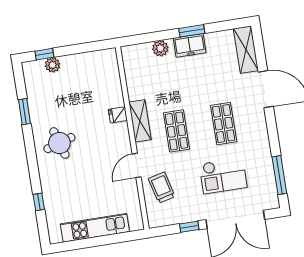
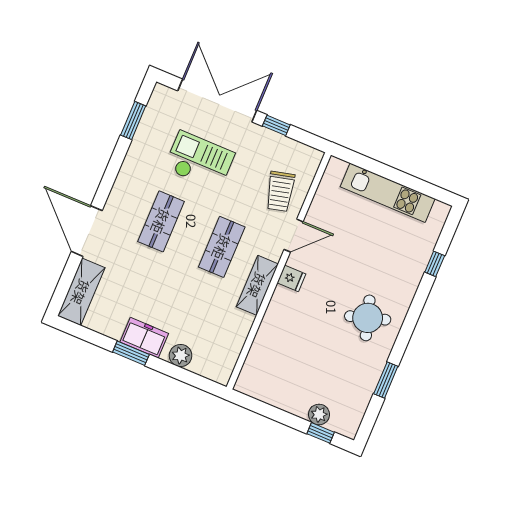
fridge: (118, 115) -> (291, 278), moved
window: (279, 175) -> (133, 121), width x0.69

